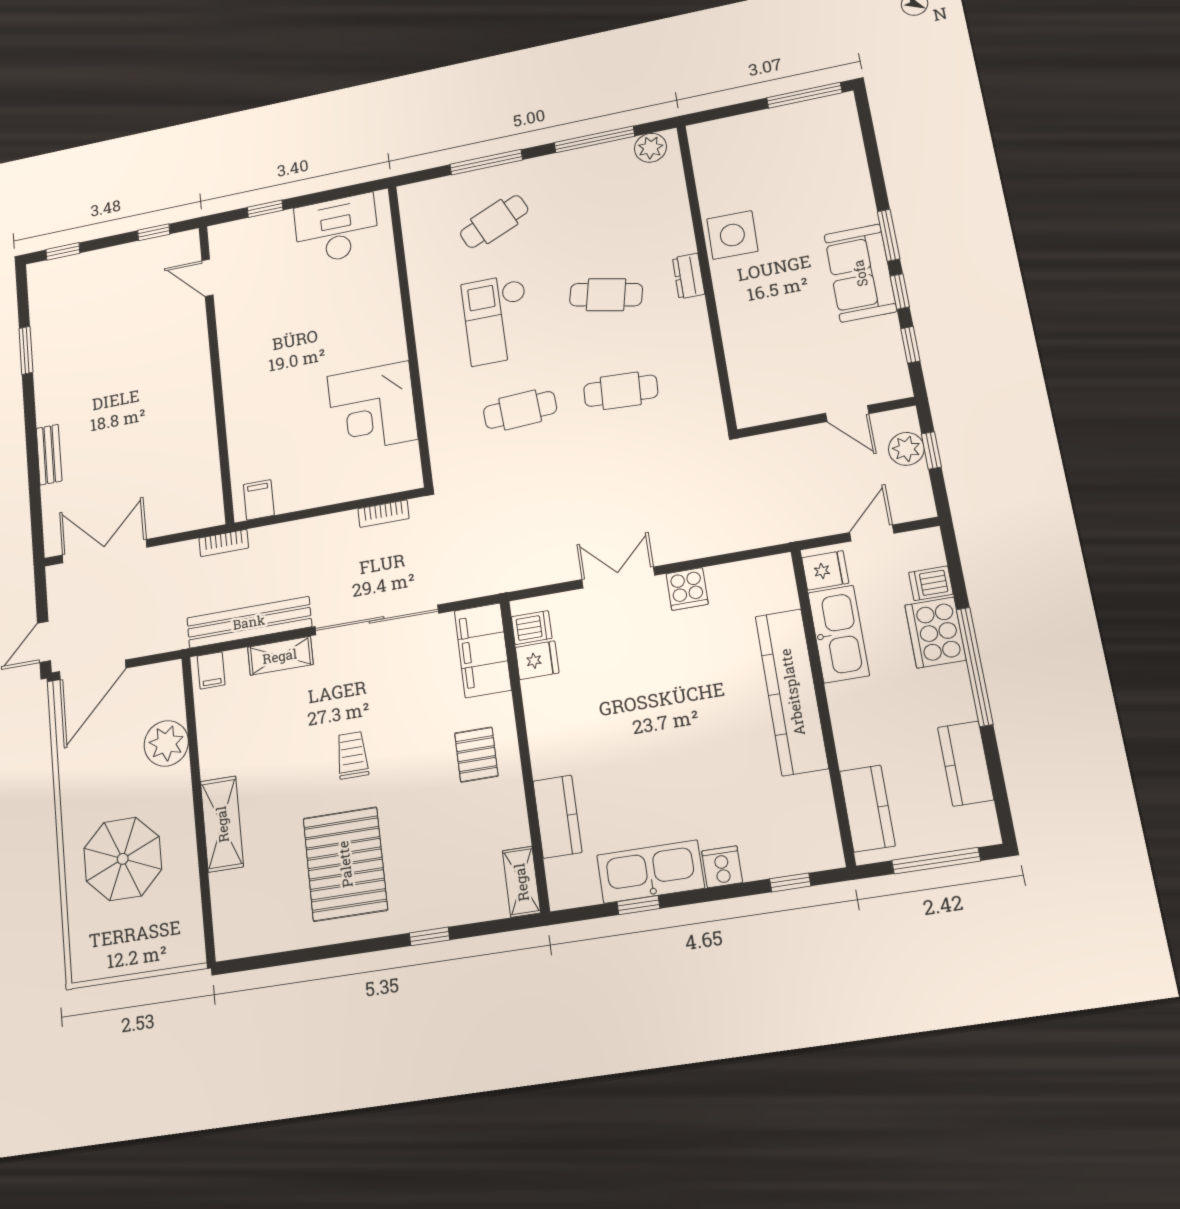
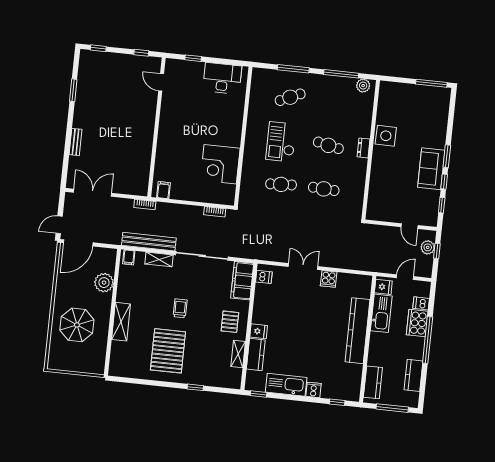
fridge: (537, 660) -> (259, 331), moved
shelving: (521, 882) -> (238, 354), moved
window: (638, 905) -> (259, 394), moved

